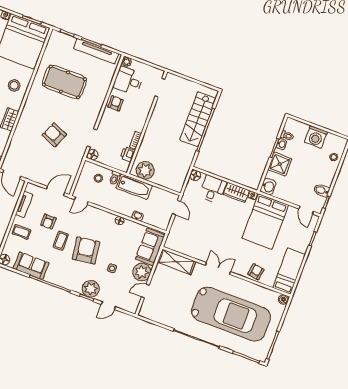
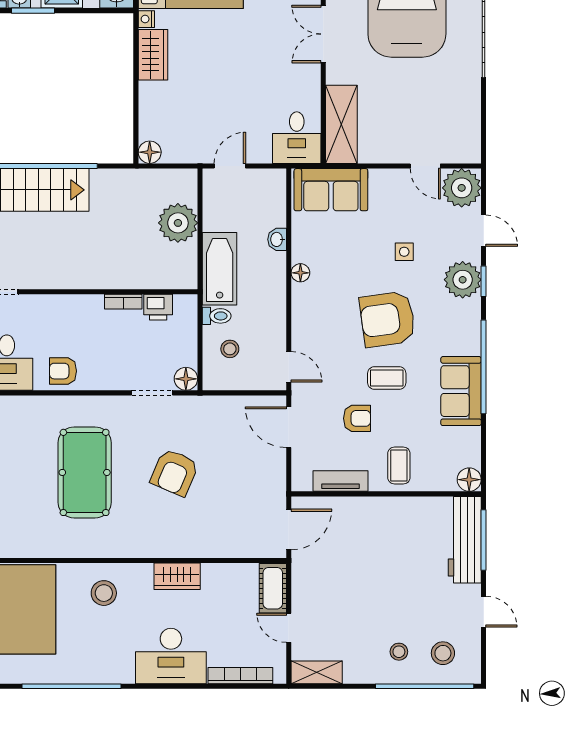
pool table: (64, 82) -> (85, 472), moved
plant: (145, 170) -> (178, 223), moved
desk: (213, 189) -> (297, 138), moved, turned -90
sofa: (31, 266) -> (461, 391), moved
plant: (142, 272) -> (462, 188), moved

